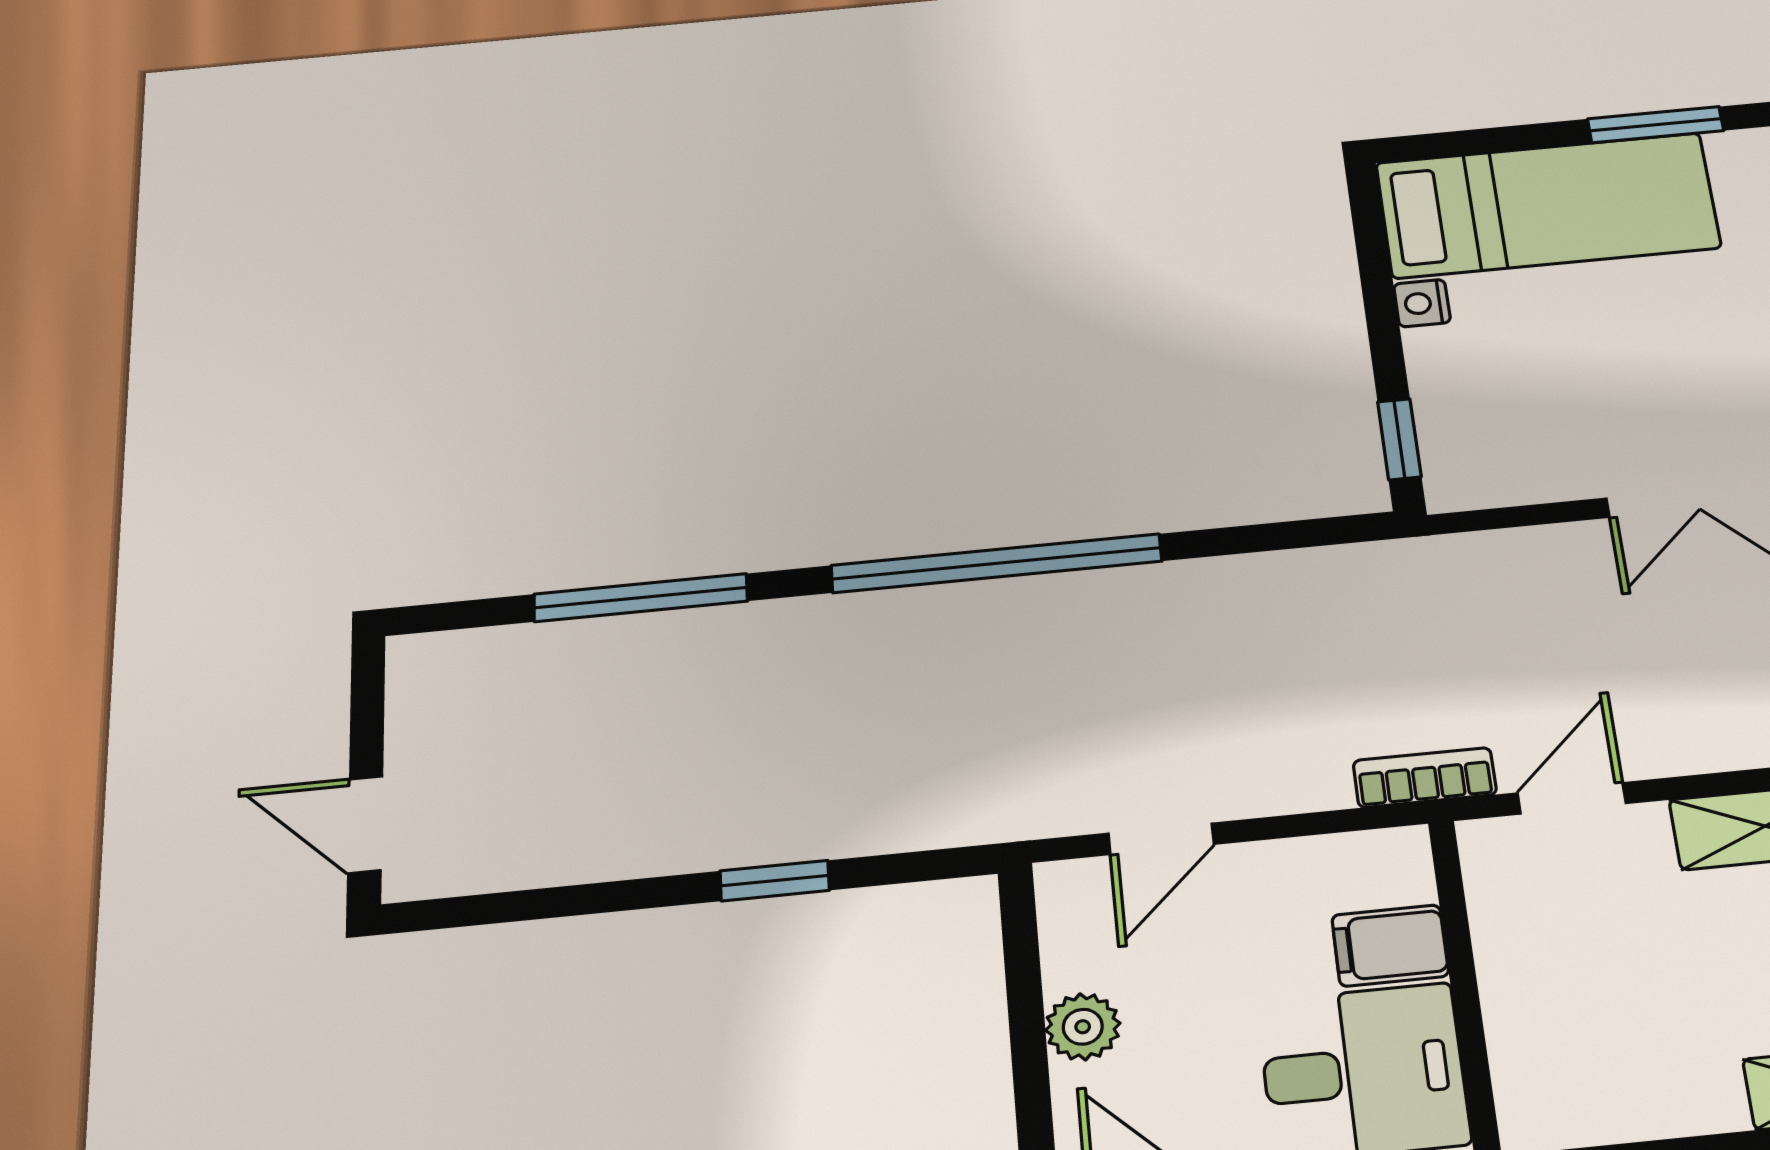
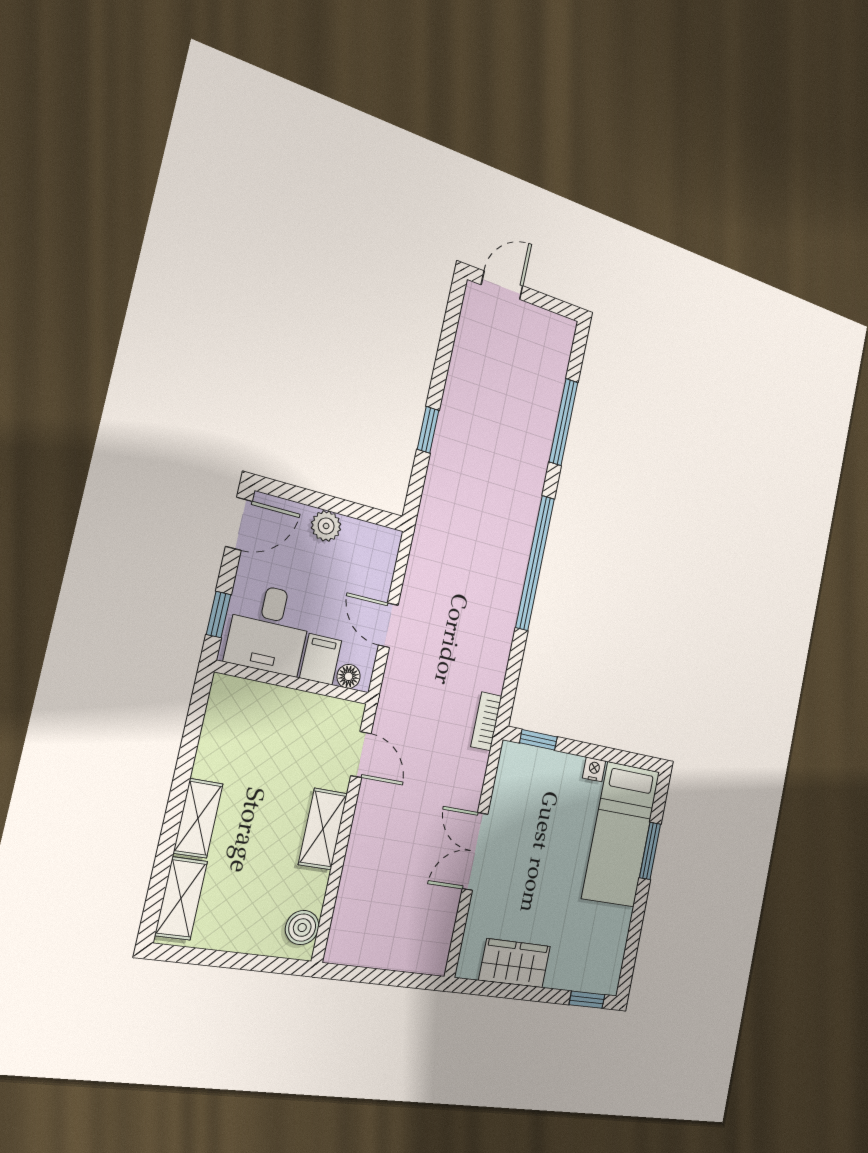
window: (1655, 125) -> (650, 851), moved
bookcase: (1425, 778) -> (486, 721), moved, turned 180
door: (1161, 839) -> (388, 625), moved
floor lamp: (1407, 876) -> (349, 676), added

